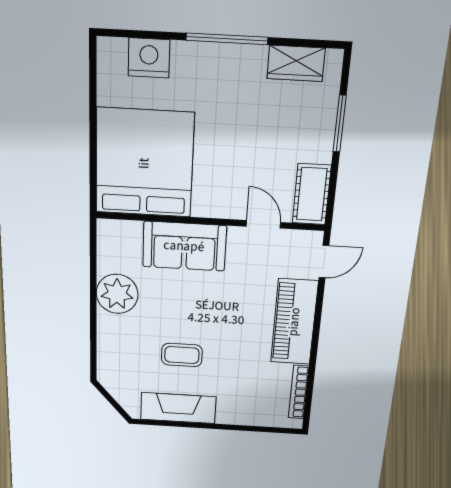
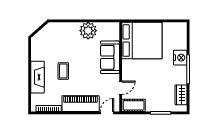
nightstand: (149, 58) -> (180, 58), moved
door: (324, 262) -> (107, 113), swing flipped
coffee table: (182, 355) -> (63, 71), moved
fireplace: (178, 408) -> (38, 77), moved

